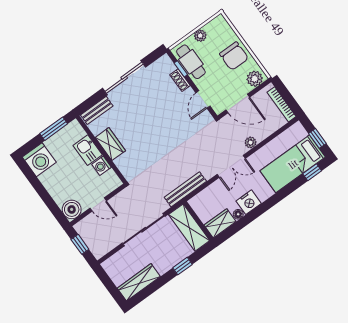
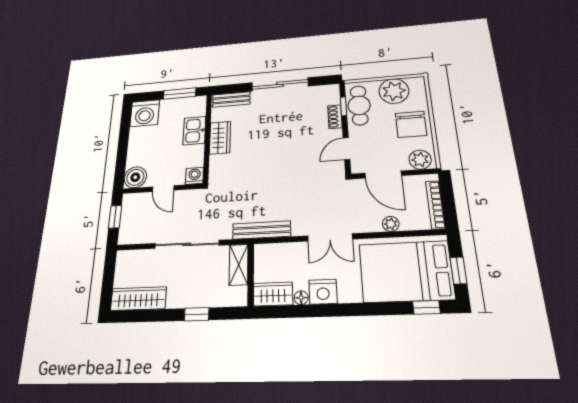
plant: (200, 36) -> (394, 91), width x1.87, depth x1.87
plant: (251, 142) -> (391, 224), moved
bed: (293, 164) -> (406, 271), width x1.50
washing machine: (102, 166) -> (195, 176), moved, turned 90
shelving: (189, 228) -> (239, 265), width x0.67, depth x0.75

